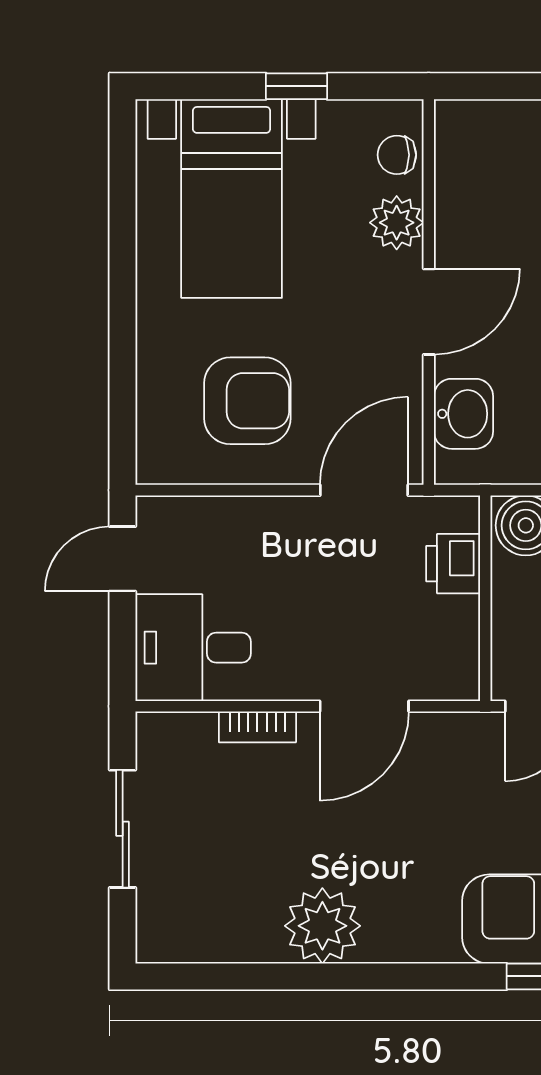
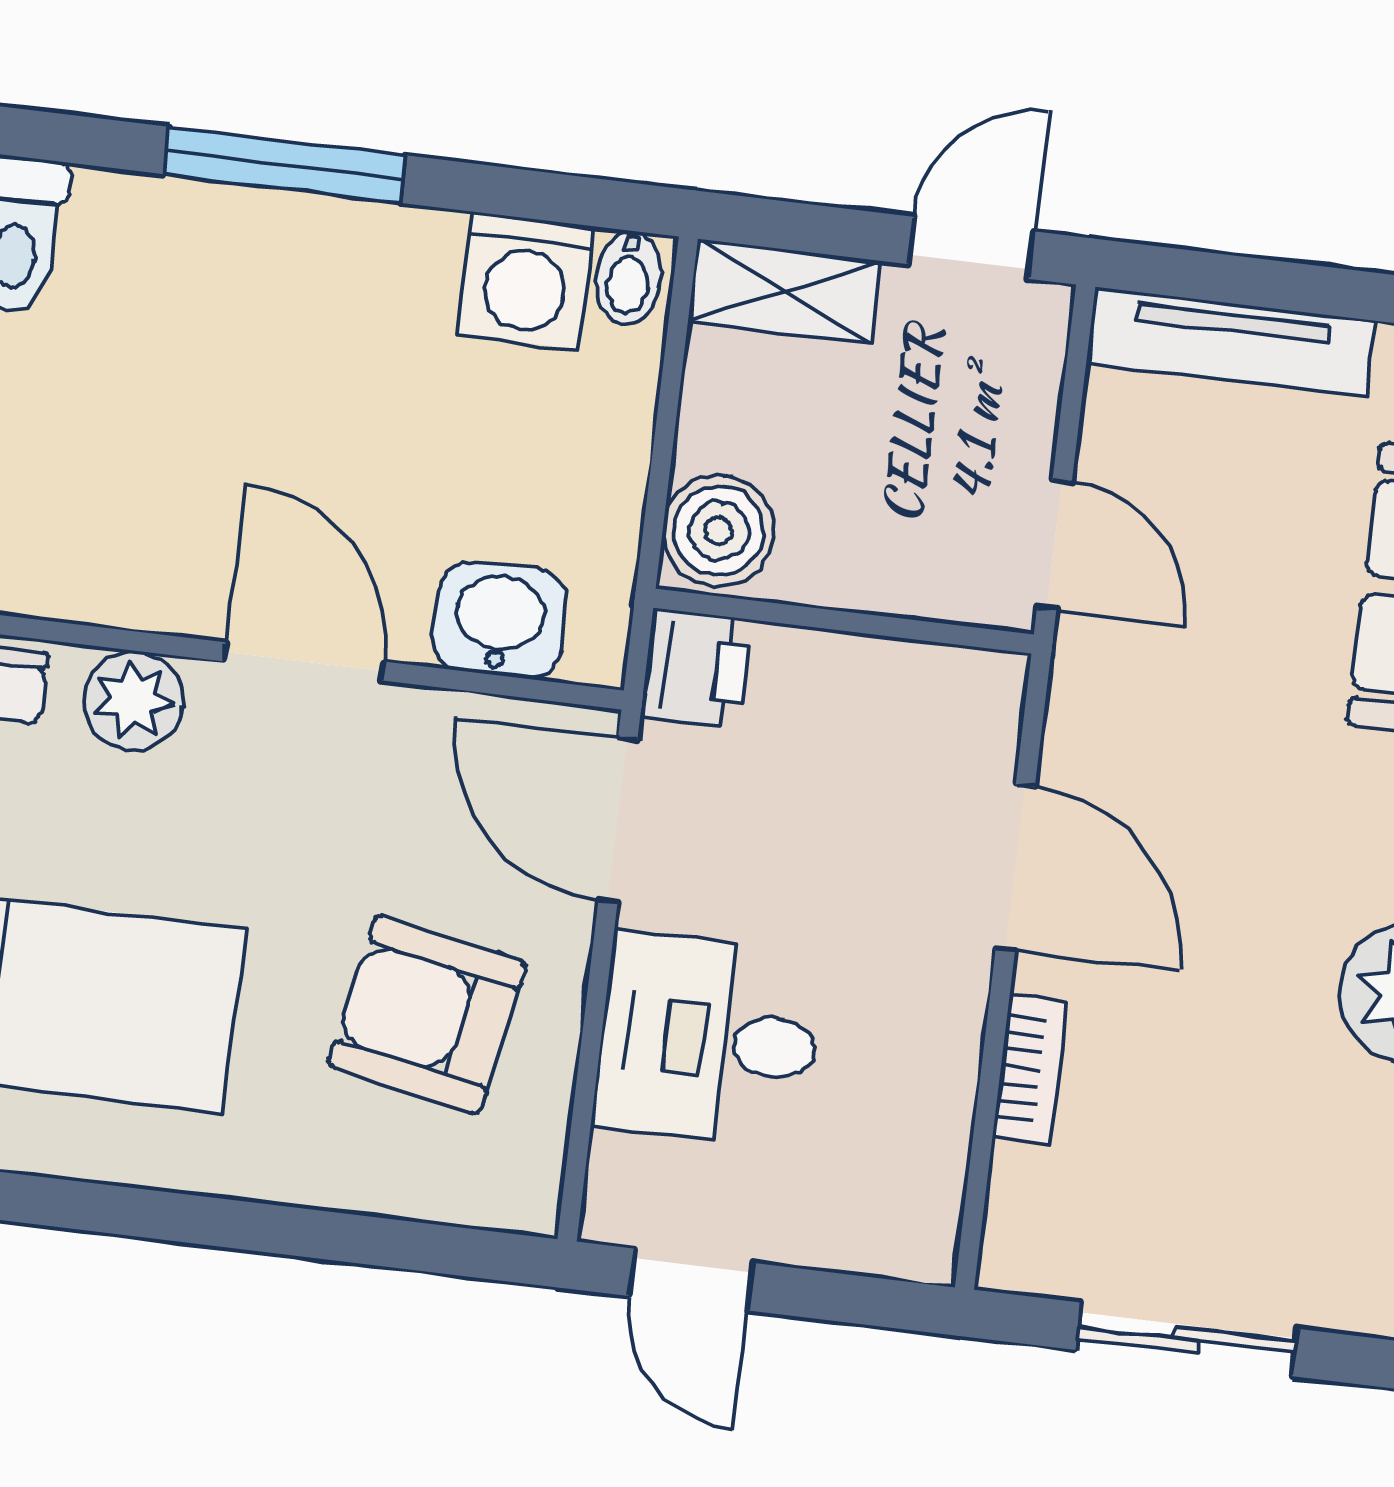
armchair: (247, 401) -> (428, 1015), turned -79
printer: (453, 564) -> (696, 668), moved, turned -90
desk: (193, 648) -> (708, 1040), moved, turned 90

